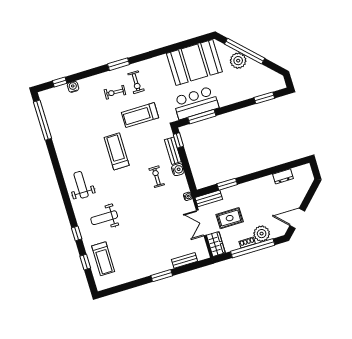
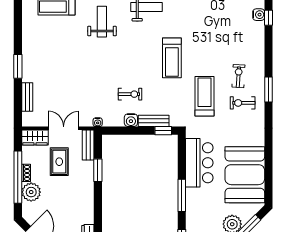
water cooler: (73, 87) -> (259, 15), moved
window: (202, 117) -> (182, 195), moved
treadmill: (117, 151) -> (172, 58), turned 90

